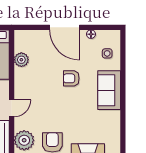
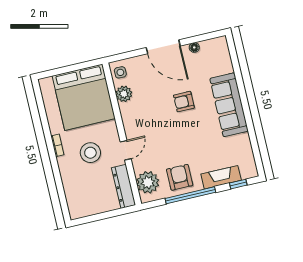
side table: (107, 53) -> (120, 72), moved
sofa: (109, 90) -> (229, 105), width x1.36

